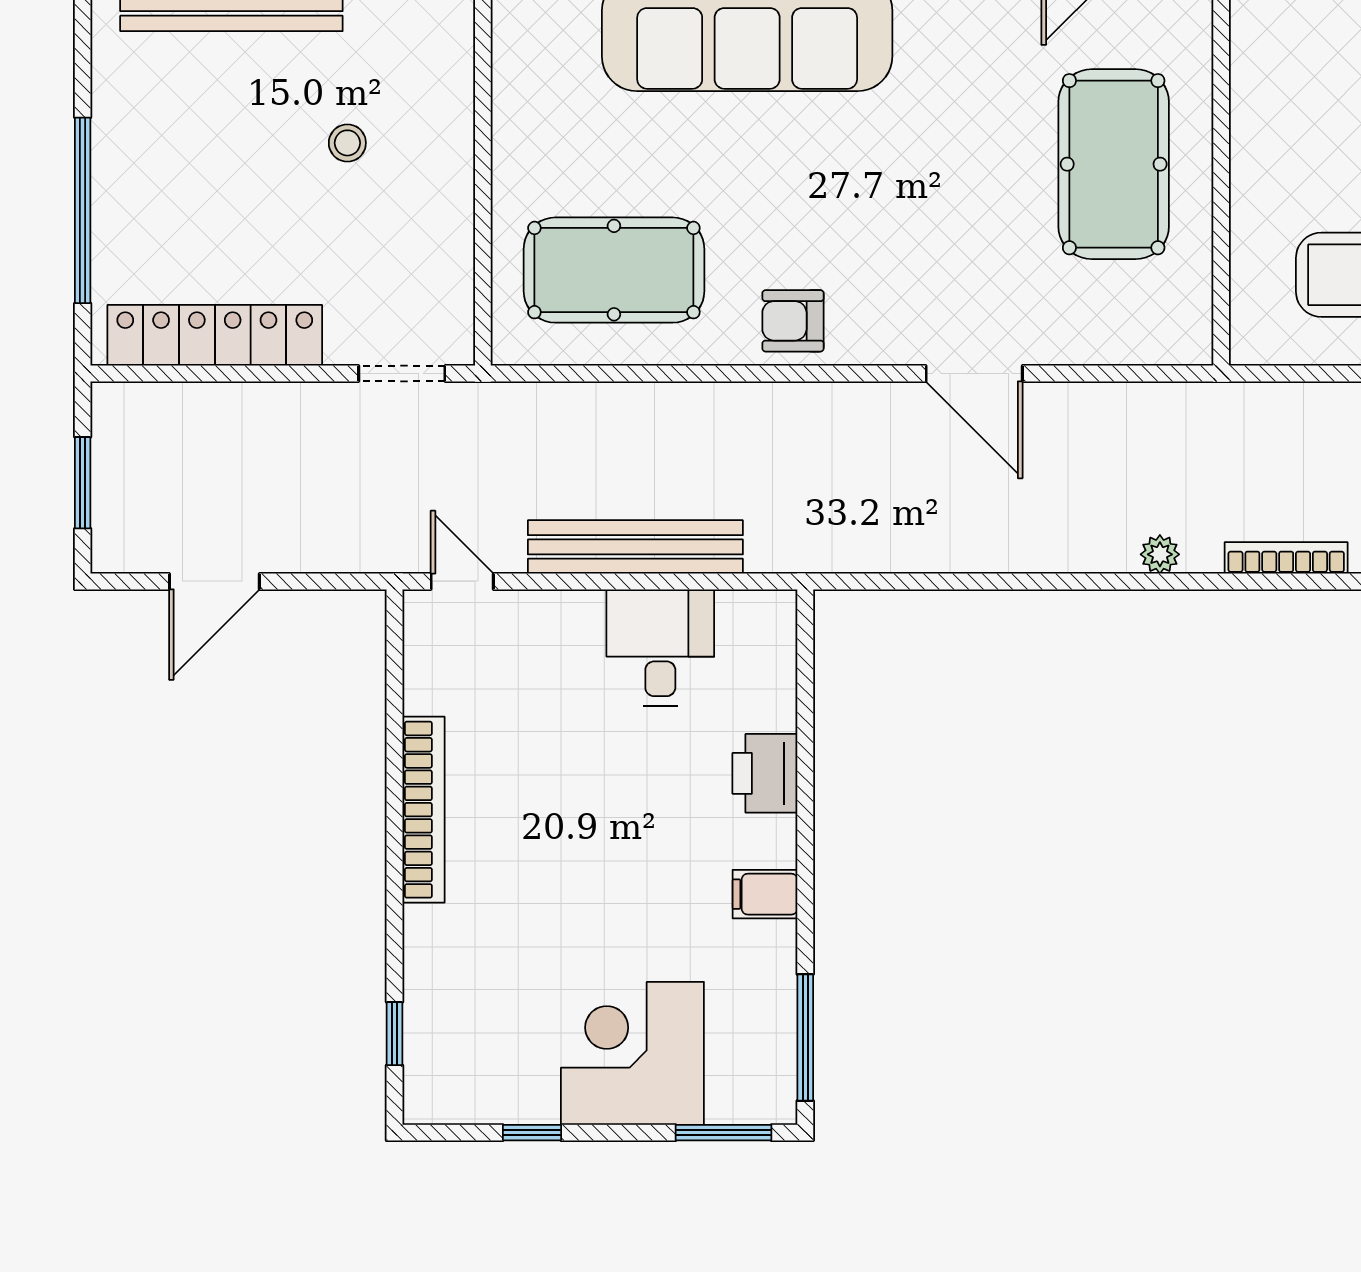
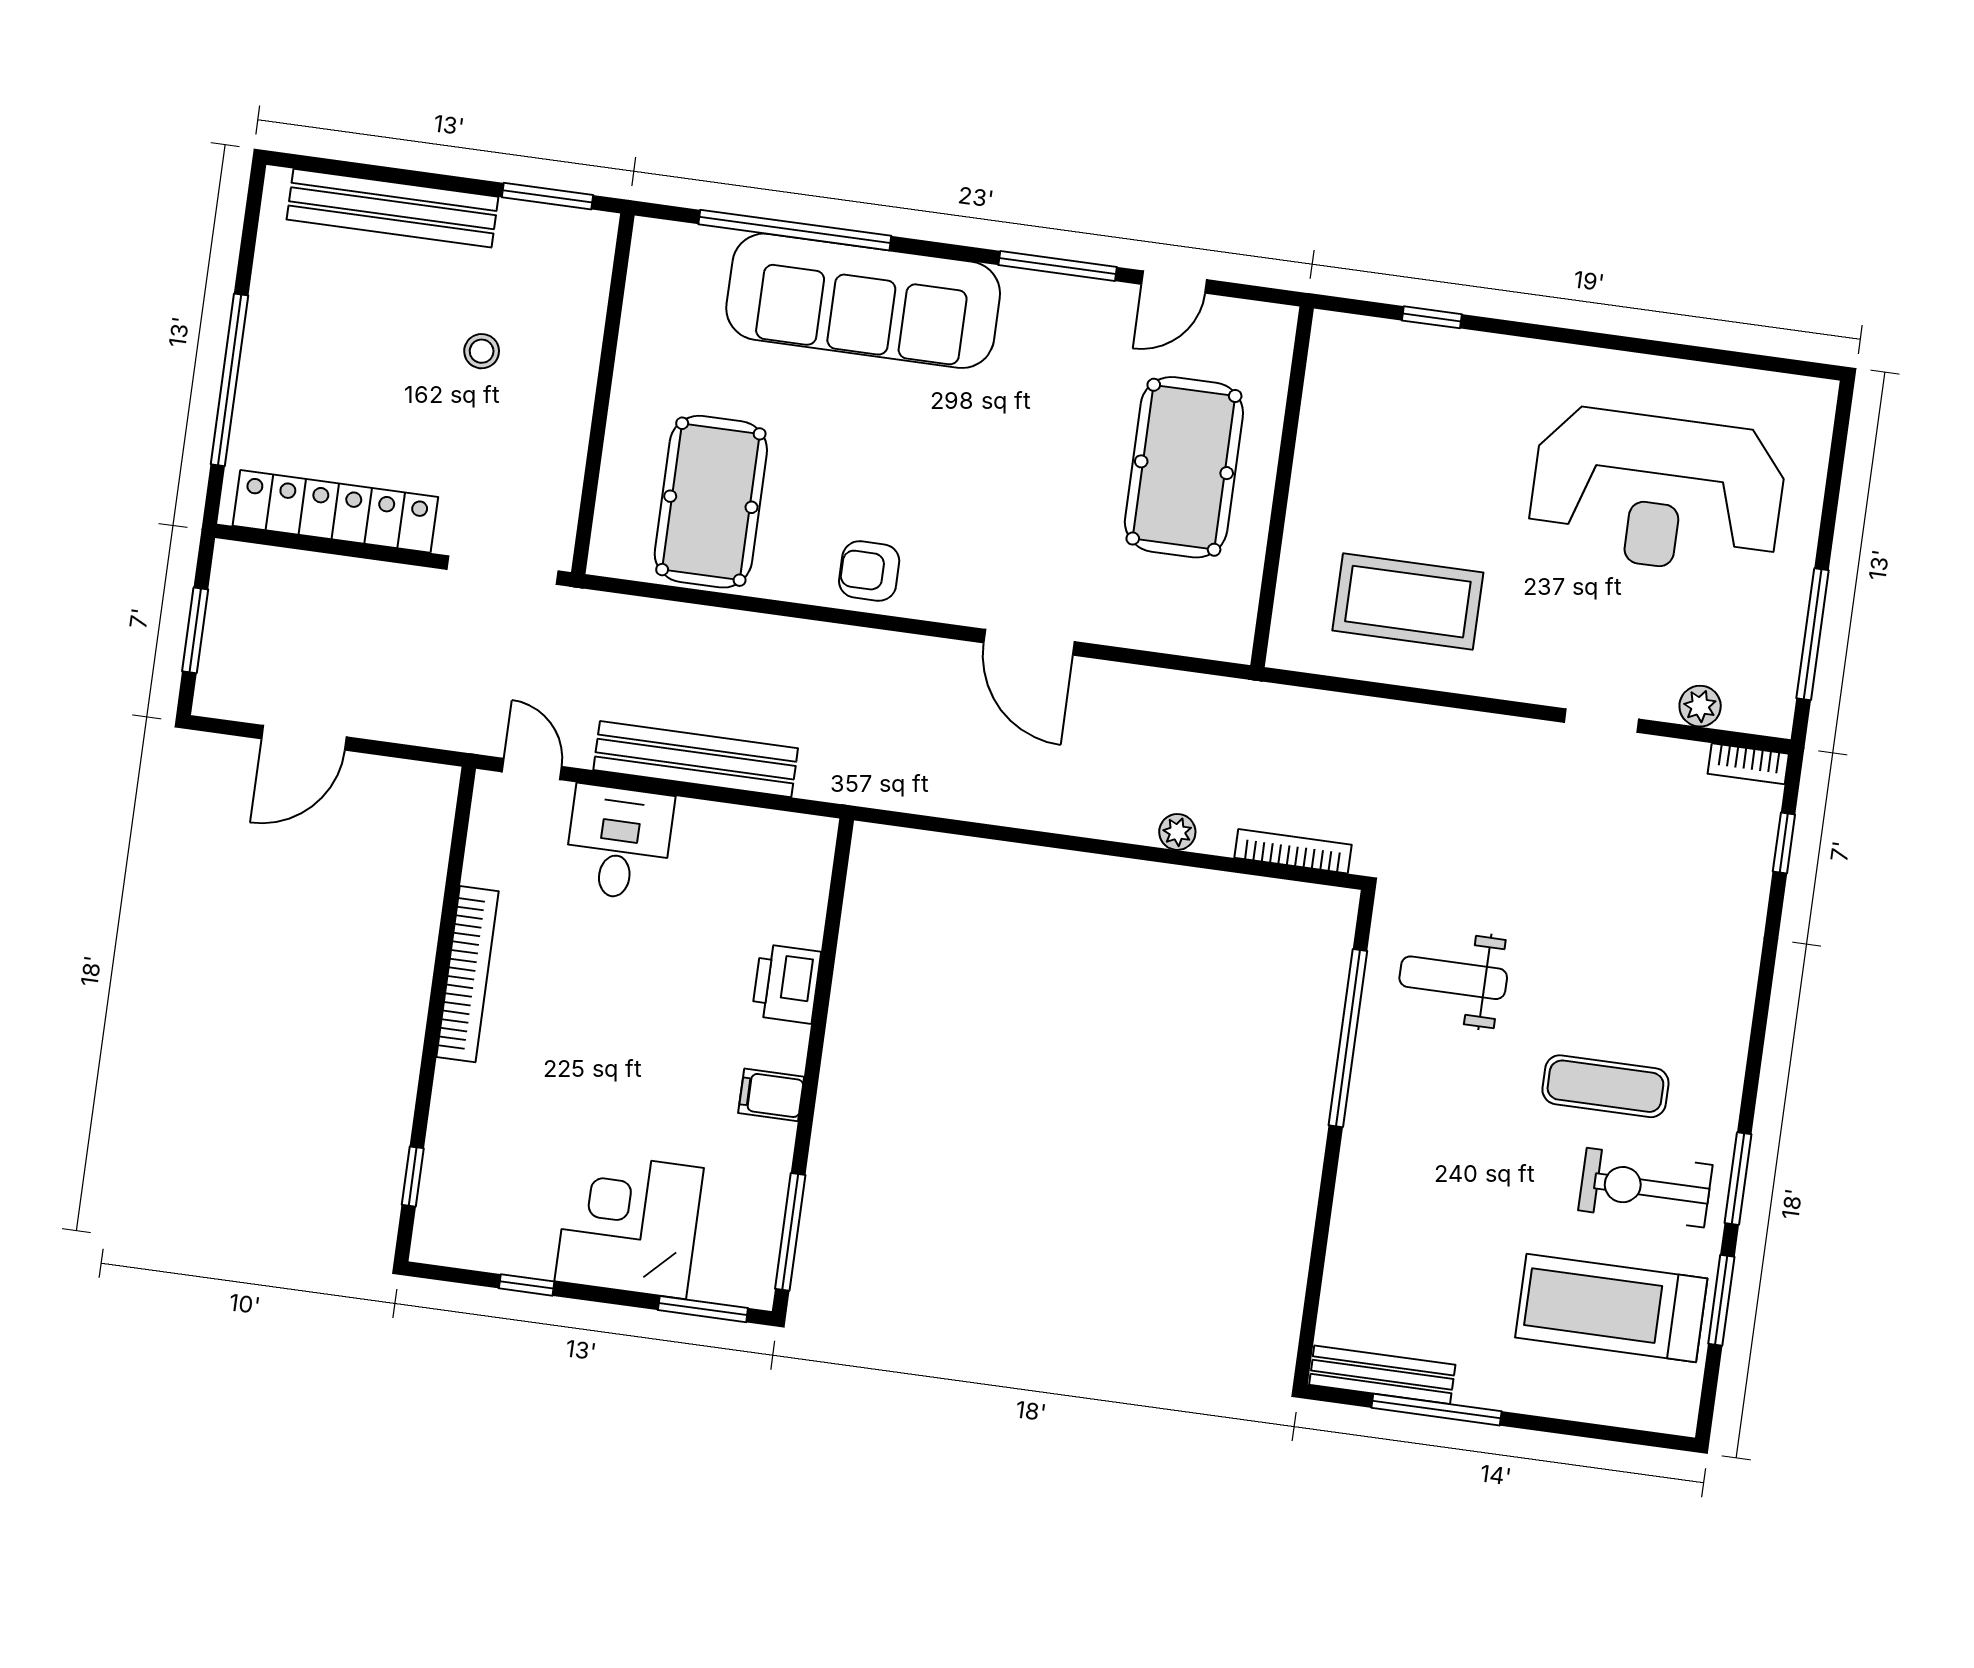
pool table: (614, 270) -> (711, 502), turned 90
doorway: (402, 374) -> (503, 570), width x1.38
desk: (660, 647) -> (619, 843), moved

